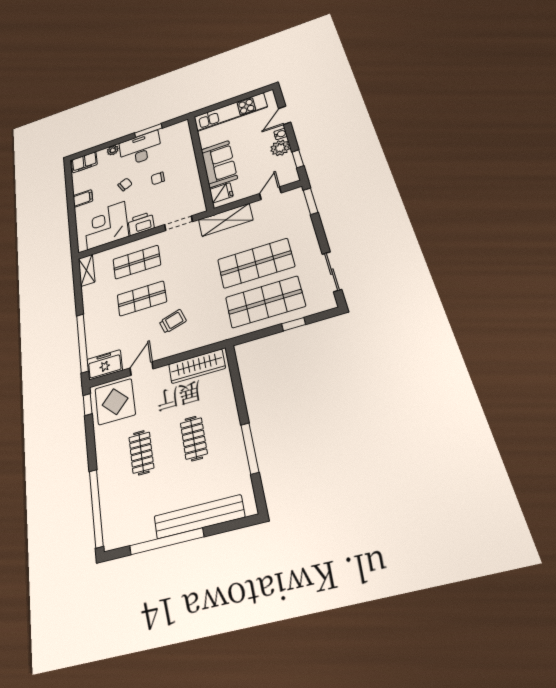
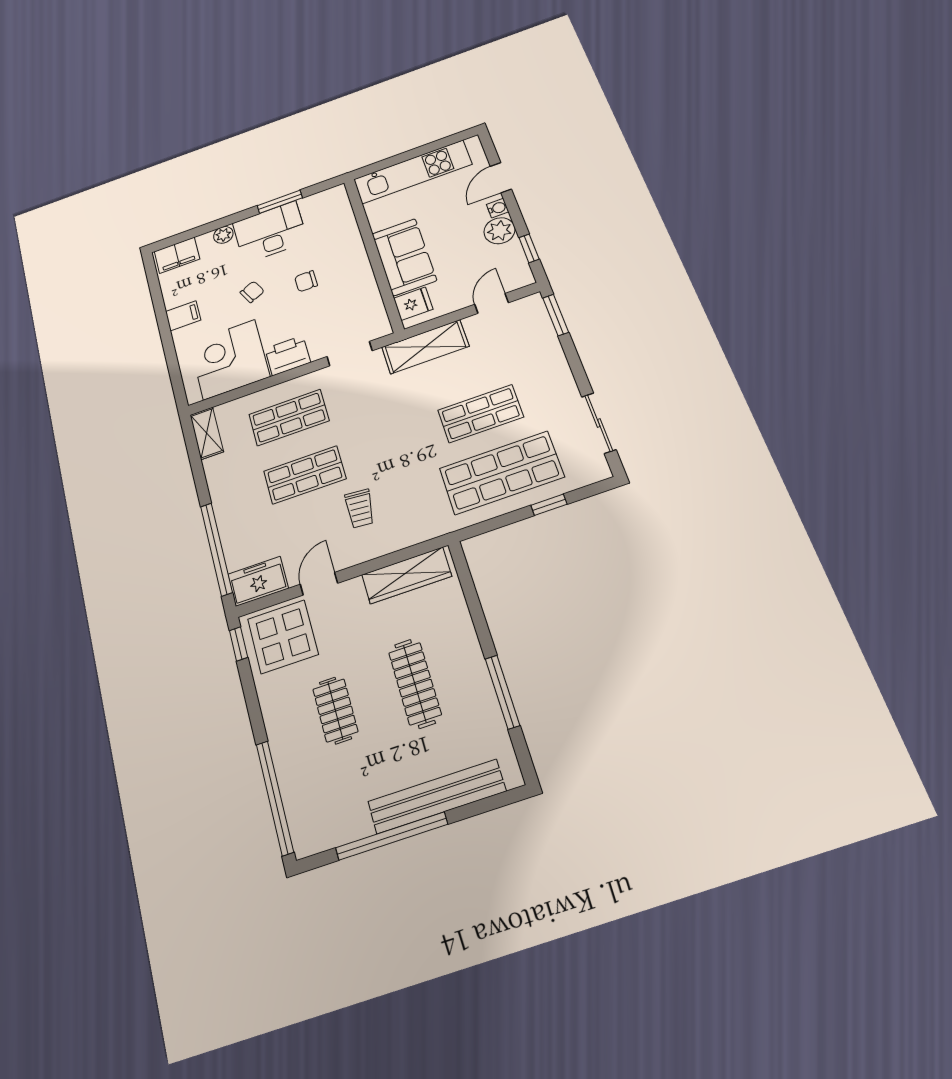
shop shelf: (256, 263) -> (481, 414), width x0.70, depth x0.74
trolley: (173, 321) -> (360, 509), turned 112
clothes rail: (194, 438) -> (415, 683), width x1.36

